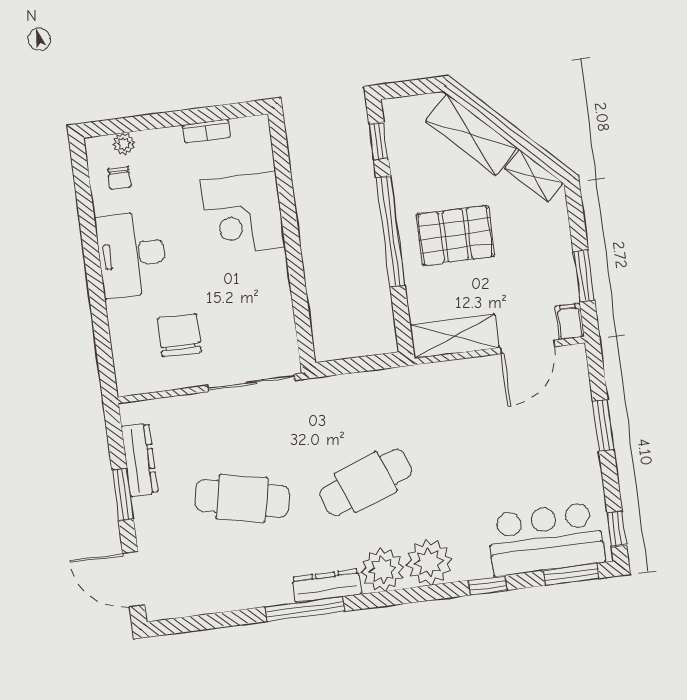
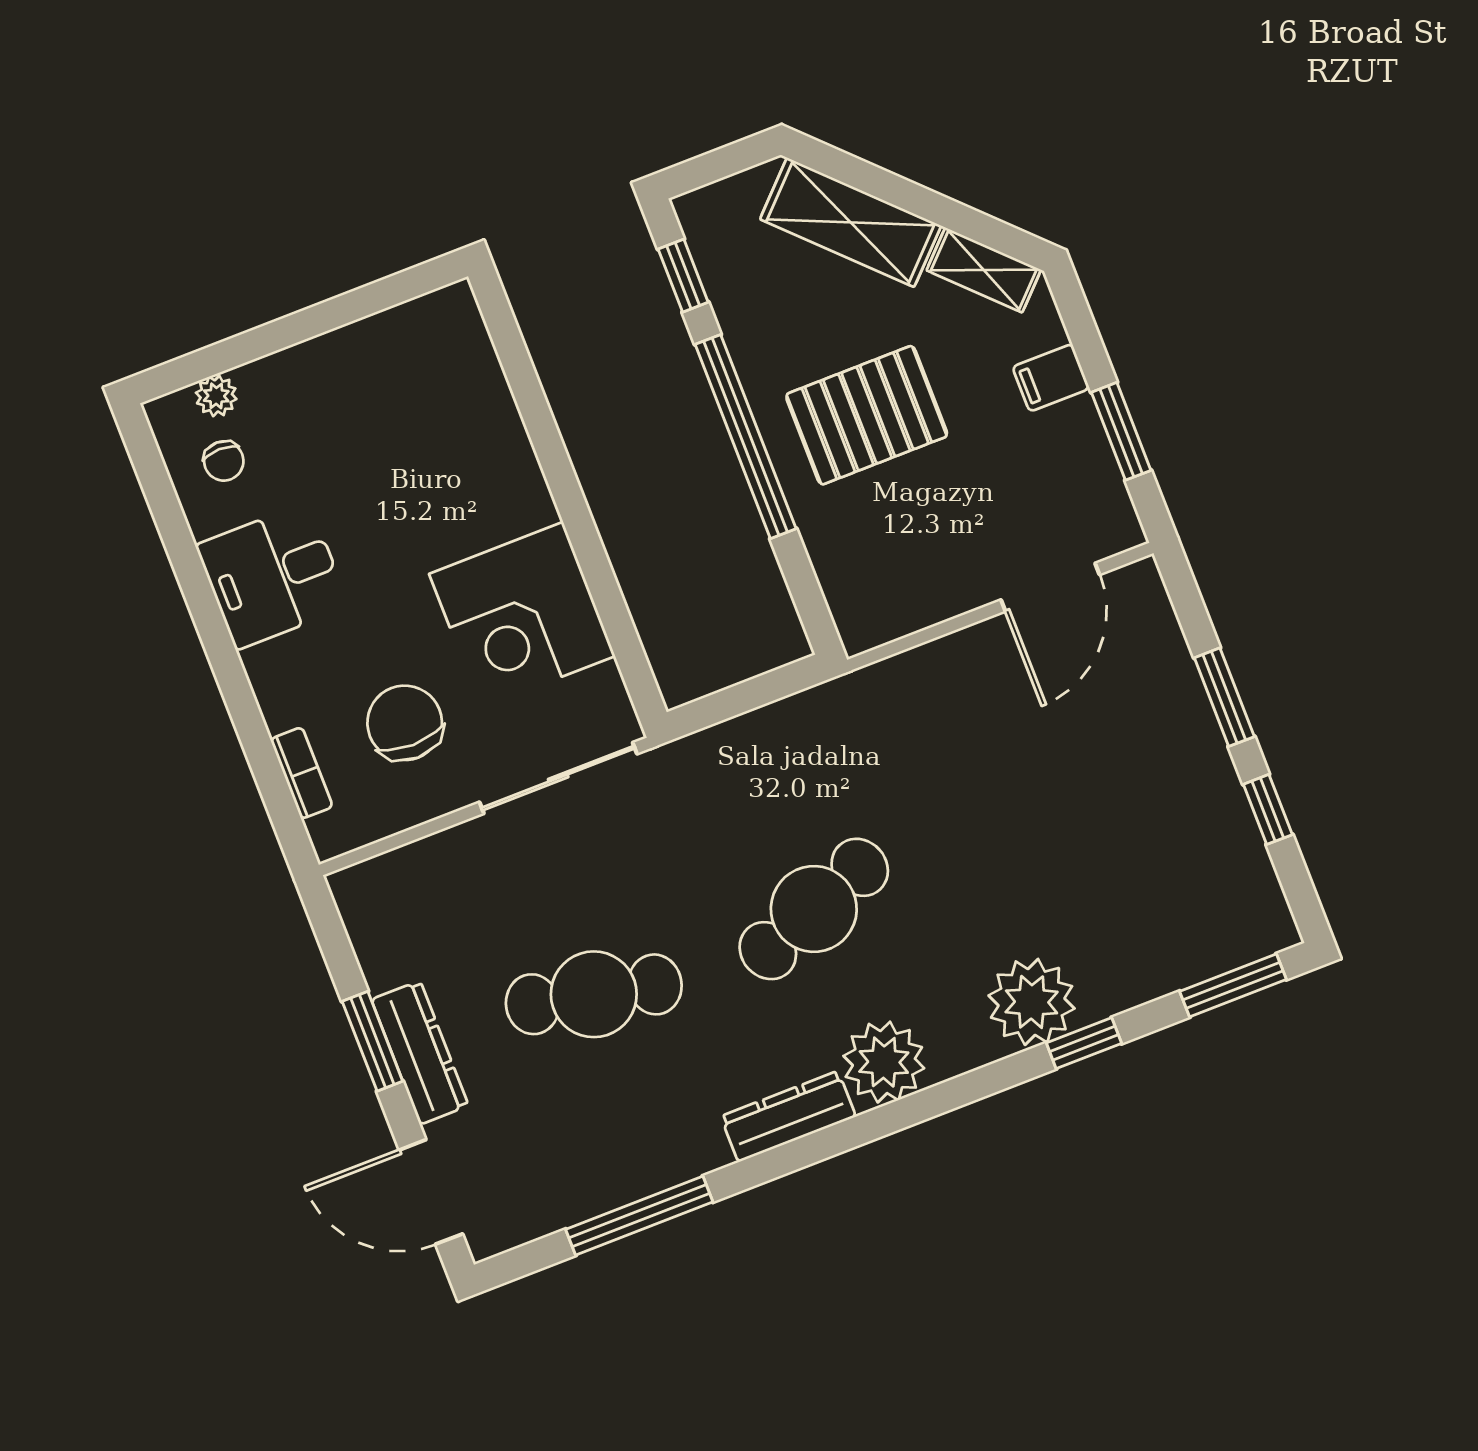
bookcase: (206, 131) -> (302, 773), moved, turned -90
corner desk: (243, 214) -> (522, 615), moved
desk: (131, 254) -> (273, 576), width x0.73
filing cabinet: (570, 321) -> (1051, 378), moved, turned -90
shelving: (455, 336) -> (911, 601), removed
dresser: (140, 460) -> (420, 1053), moved
window: (617, 529) -> (1268, 809), moved
bar counter: (546, 539) -> (1170, 932), removed
plant: (429, 562) -> (1032, 1002), moved
window: (305, 609) -> (639, 1216), moved

